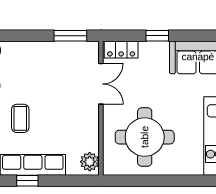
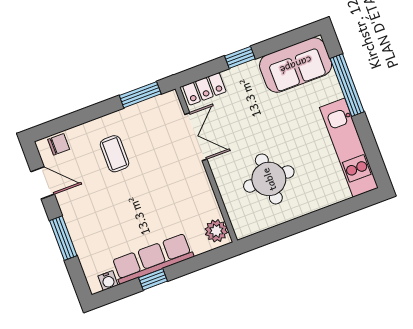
coffee table: (20, 118) -> (114, 154), moved
round table: (145, 137) -> (269, 179), width x0.73, depth x0.73

